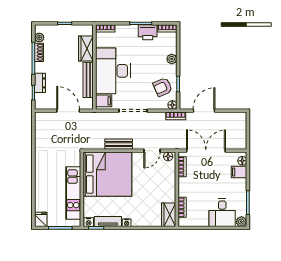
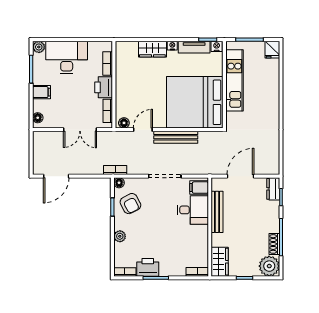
plant: (39, 37) -> (269, 266), width x1.88, depth x1.88
wardrobe: (86, 49) -> (220, 262), moved
desk: (113, 71) -> (193, 210), width x0.53, depth x0.77
dresser: (40, 83) -> (273, 189), moved
armchair: (163, 87) -> (130, 204), turned 86
door: (68, 111) -> (240, 176), swing flipped
door: (204, 111) -> (56, 176), moved
bench: (119, 144) -> (176, 137), width x1.36
double door: (206, 151) -> (80, 130), width x0.73
filing cabinet: (239, 172) -> (42, 92), moved
printer: (186, 187) -> (104, 87), added
desk: (222, 213) -> (67, 57), width x1.37
wardrobe: (169, 215) -> (152, 49), moved, turned 90

